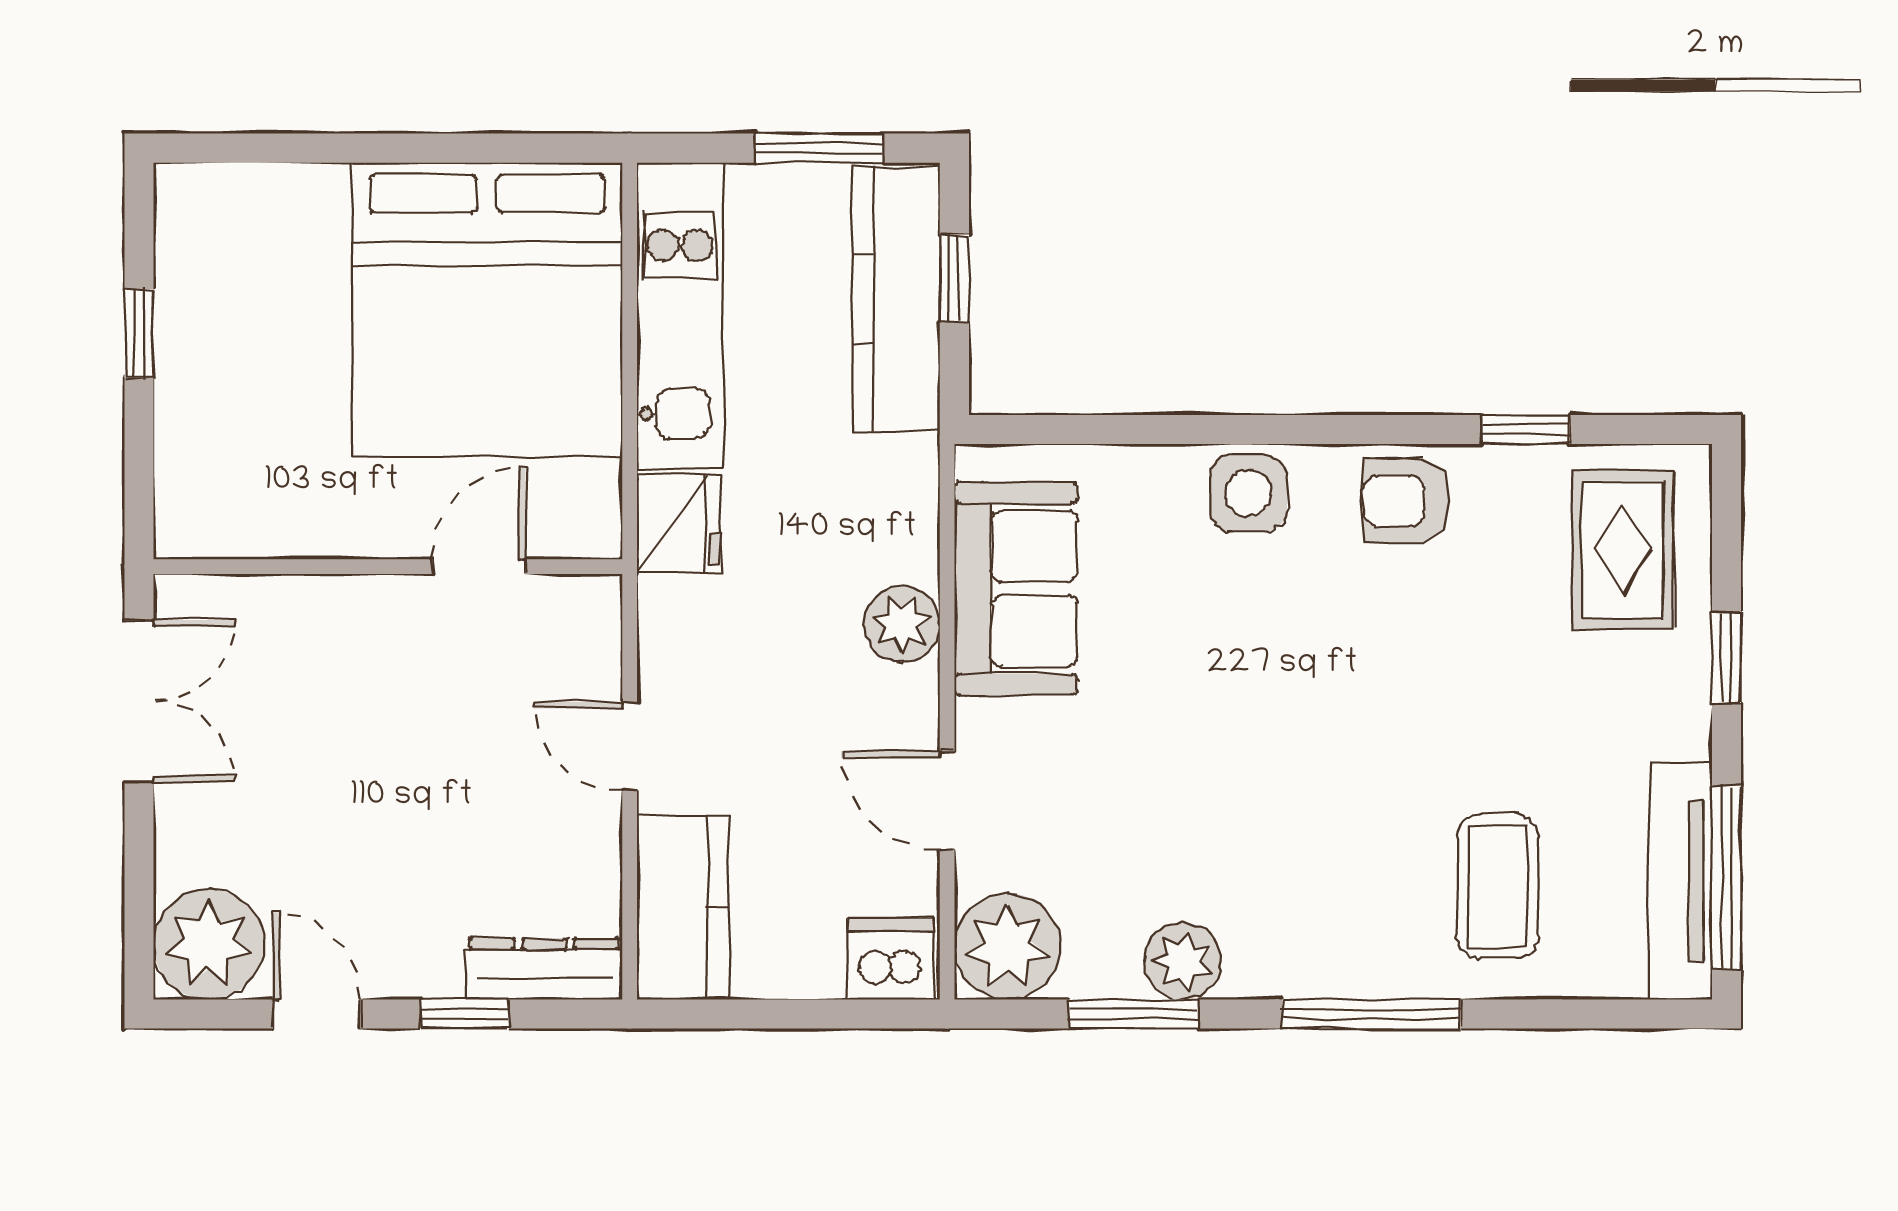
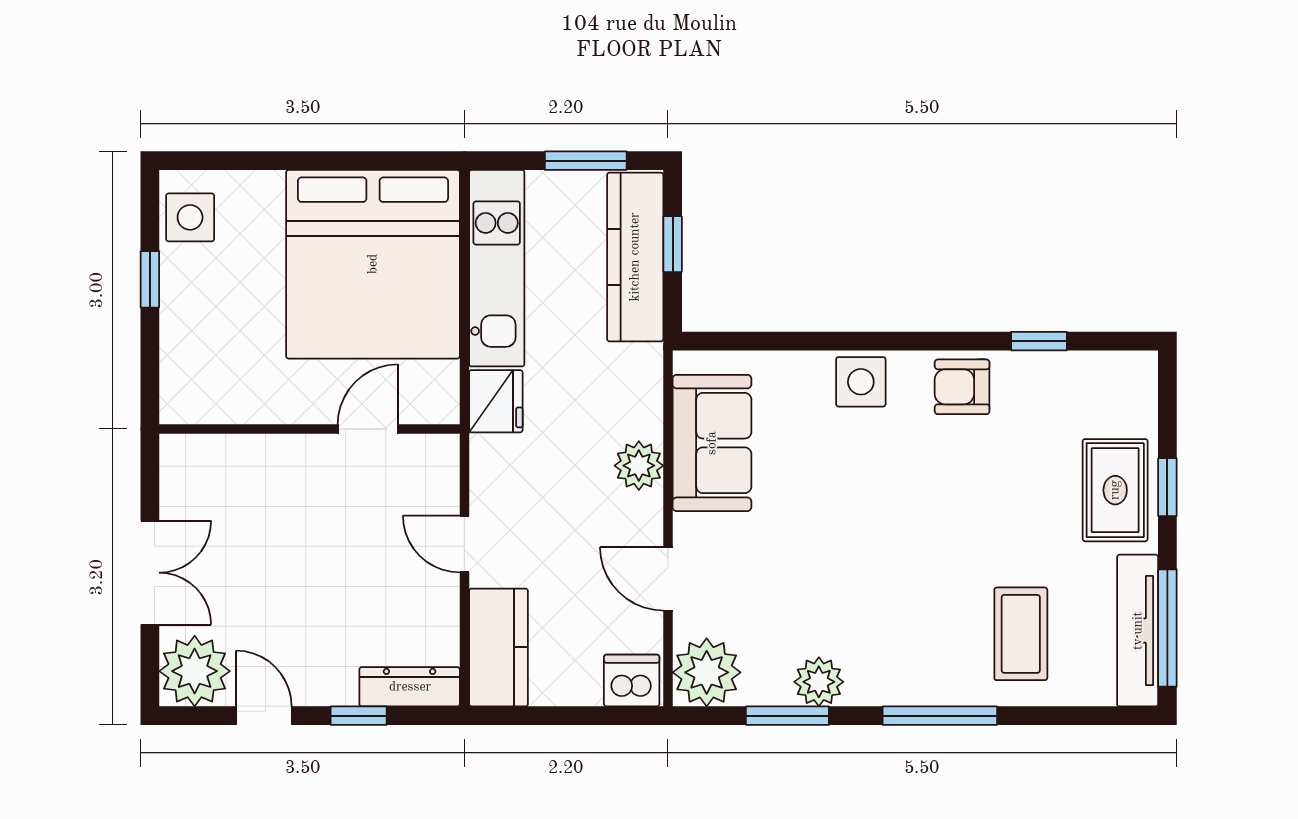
side table: (202, 237) -> (190, 217), added
rug: (1623, 549) -> (1115, 490), moved
double door: (139, 701) -> (150, 573), moved

